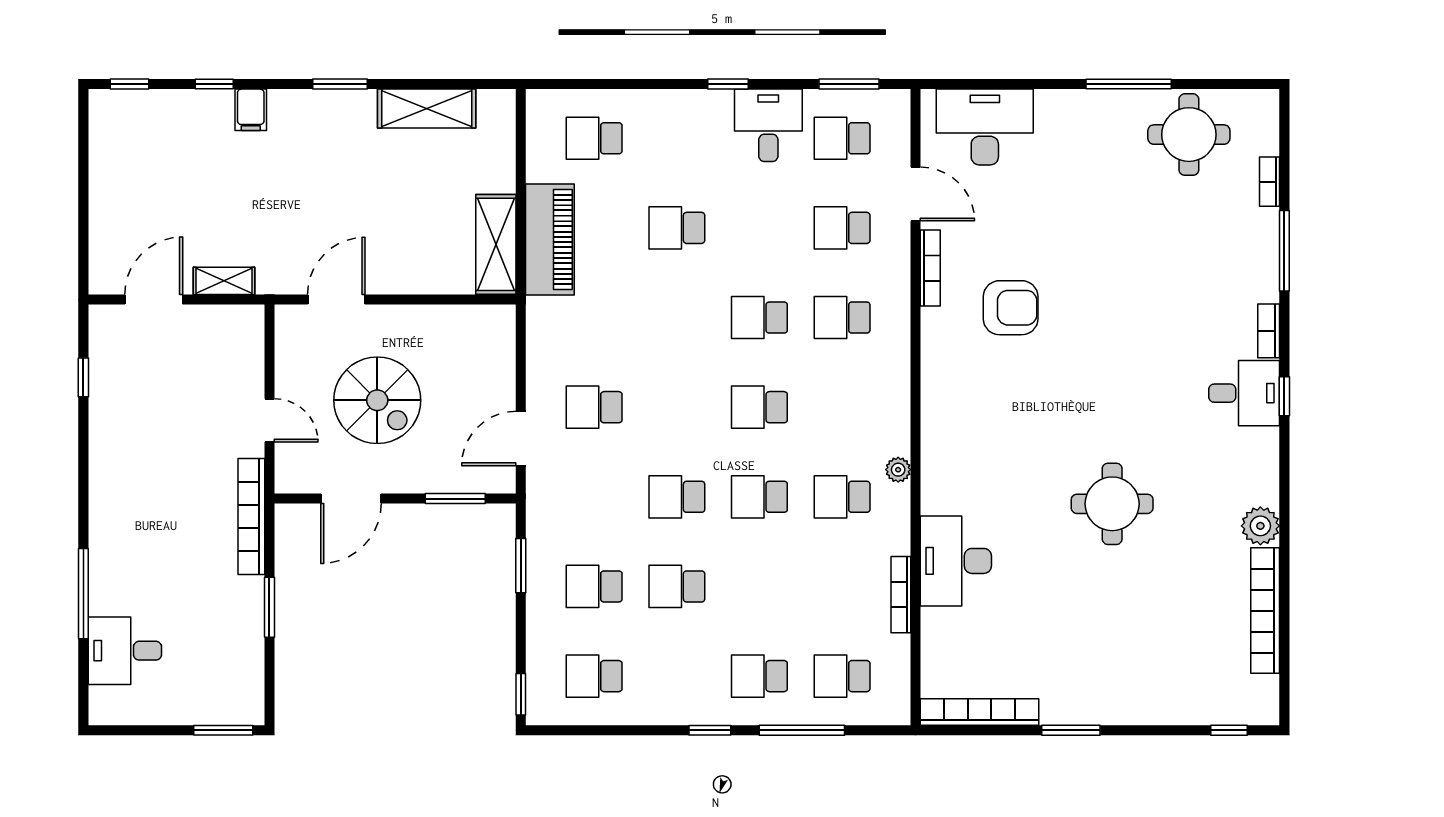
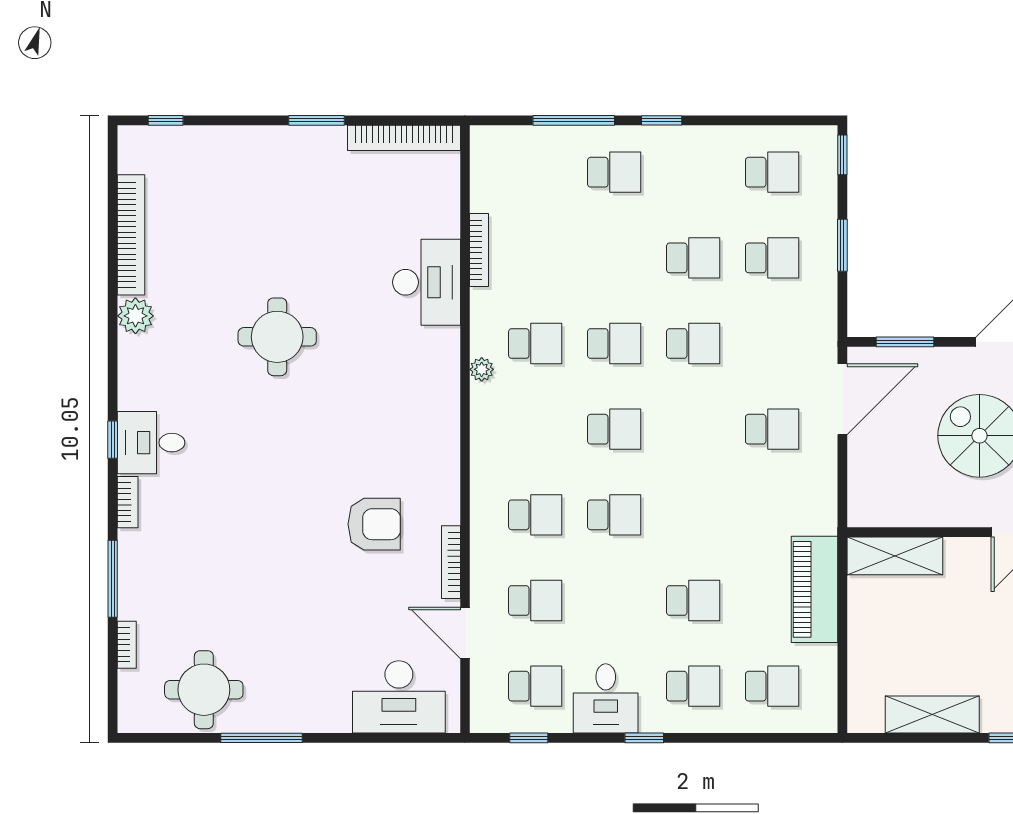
window: (849, 84) -> (529, 738), width x0.67
shelving: (496, 244) -> (895, 556), moved, turned 90
armchair: (1011, 308) -> (374, 524), turned 180
door: (521, 439) -> (842, 399), width x1.36
window: (521, 566) -> (842, 245), moved
school desk: (842, 676) -> (693, 686), moved

